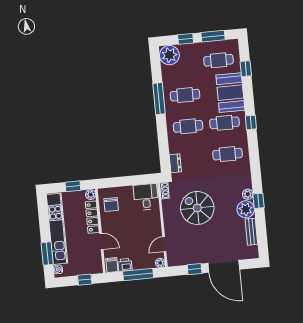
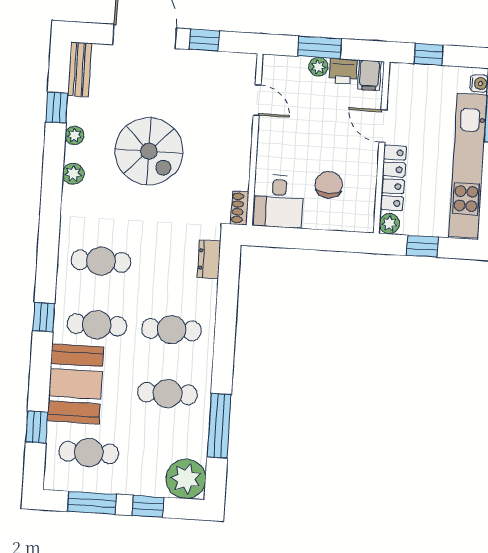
window: (159, 99) -> (219, 426), moved
window: (258, 201) -> (57, 107), moved
chair: (111, 204) -> (329, 185), moved
spiral stairs: (197, 208) -> (149, 151), moved
plant: (246, 209) -> (74, 135), width x0.53, depth x0.53
bench: (251, 232) -> (80, 69), moved
door: (164, 244) -> (257, 100), hinge flipped
plant: (160, 263) -> (318, 67), moved
window: (138, 275) -> (320, 47), width x0.69

